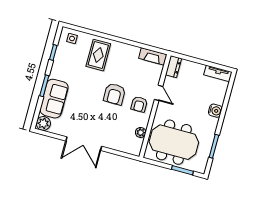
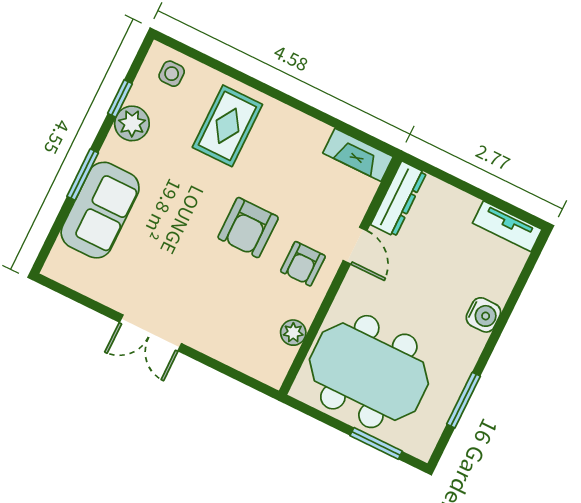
dresser: (173, 67) -> (399, 199), width x1.44
plant: (43, 123) -> (132, 123), moved
double door: (84, 144) -> (151, 333), width x0.73

